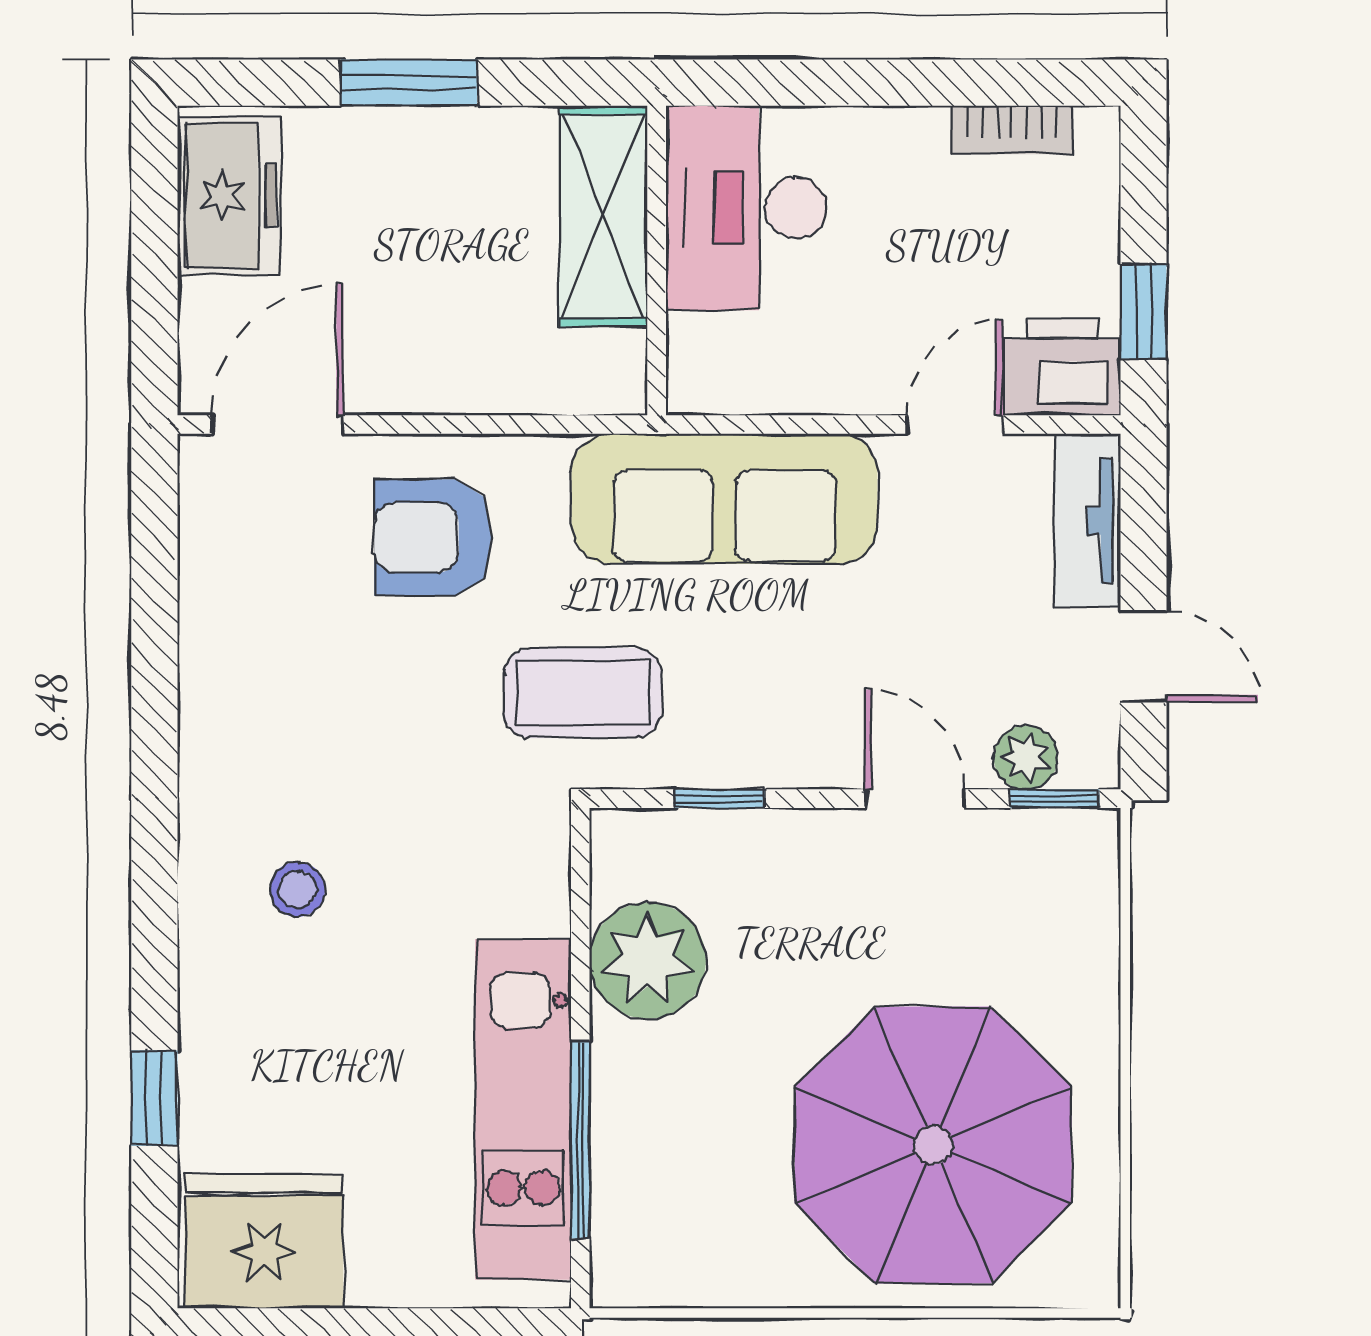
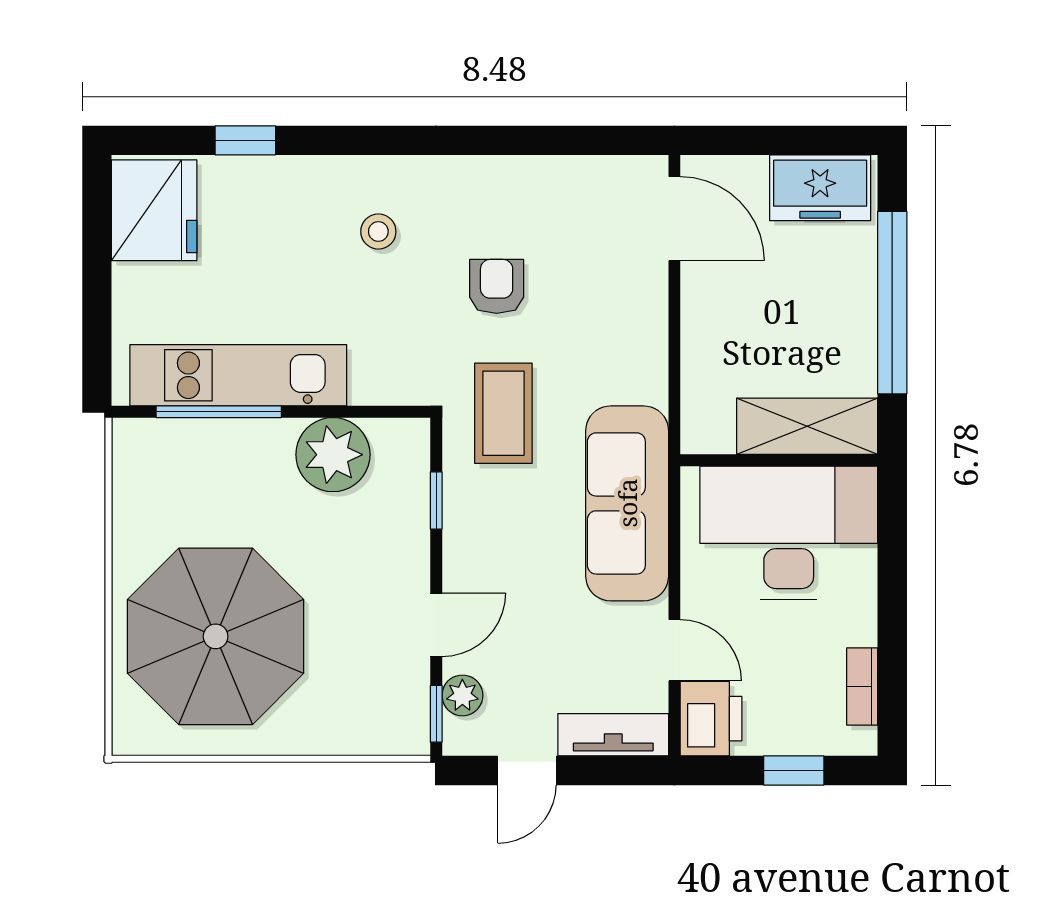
window: (409, 83) -> (892, 303), width x2.11
desk: (746, 208) -> (789, 533), width x1.36, depth x1.30
window: (1144, 311) -> (794, 770), moved
armchair: (433, 538) -> (497, 286), moved, width x0.72, depth x0.72

